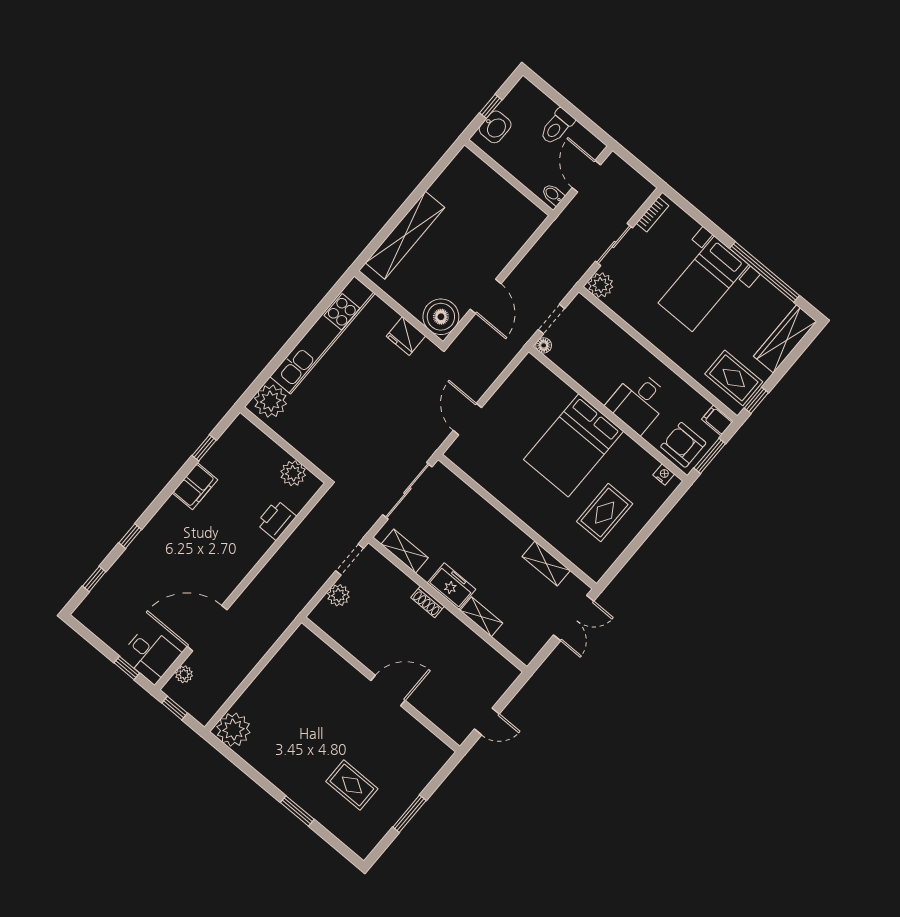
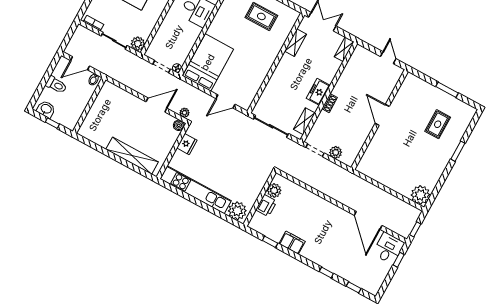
washbasin: (495, 127) -> (46, 109), moved
boiler: (441, 317) -> (179, 125), width x0.54, depth x0.54
bed: (573, 445) -> (208, 62), moved, turned -90
printer: (276, 520) -> (266, 206), moved, turned -90
shelving: (481, 617) -> (344, 49), moved
plant: (184, 674) -> (184, 113), moved

